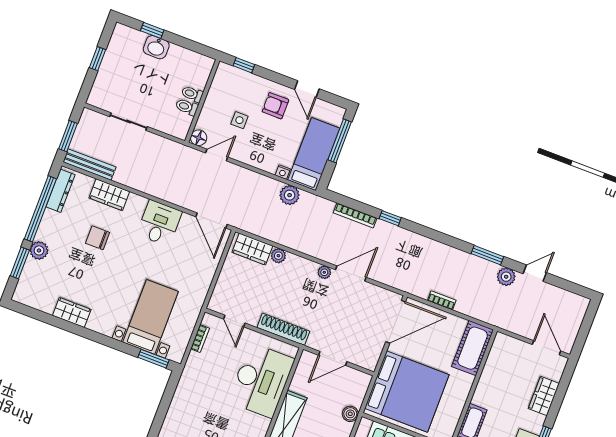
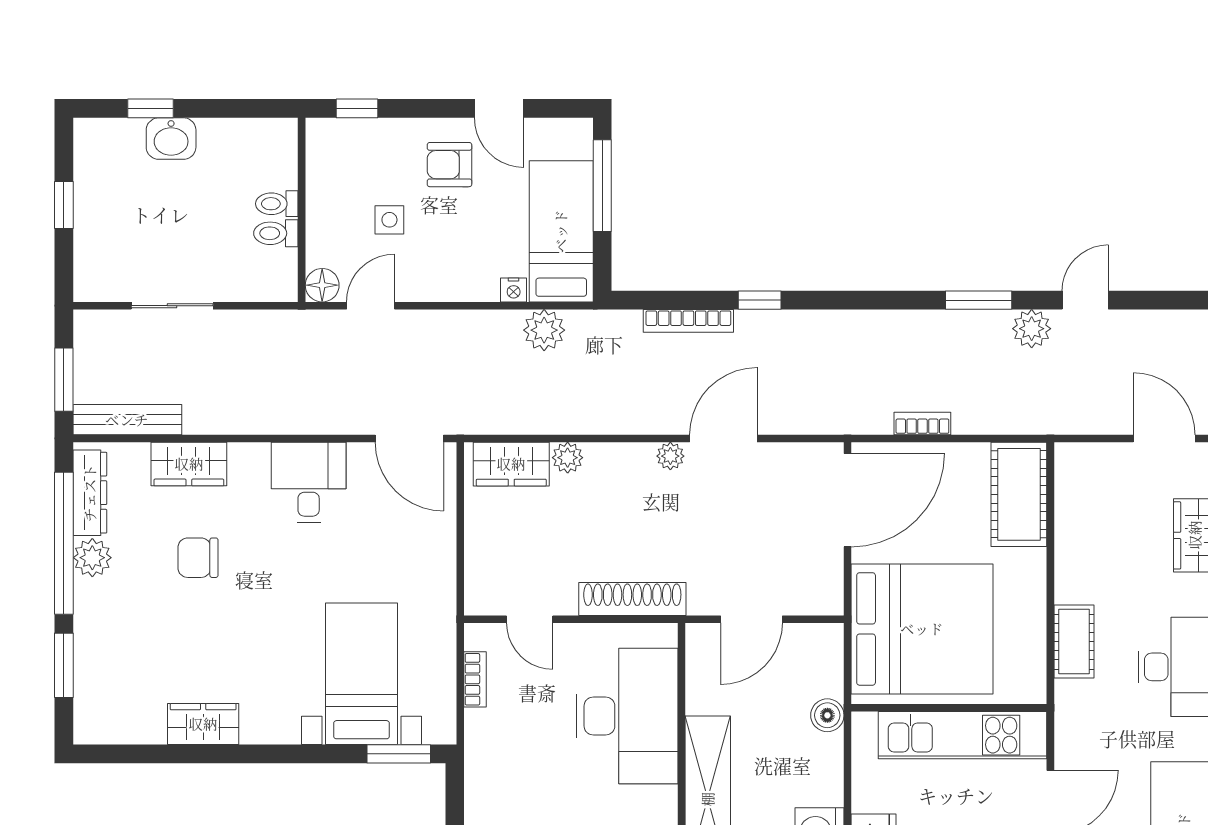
plant: (39, 250) -> (92, 558), moved

